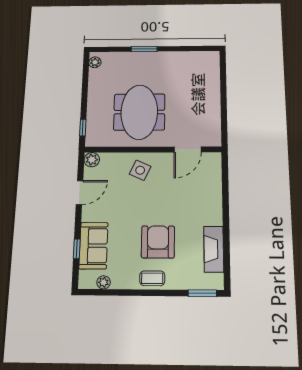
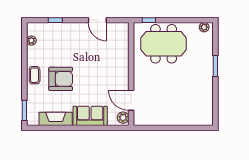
meeting table: (139, 112) -> (164, 44), moved
plant: (92, 160) -> (123, 118), moved
side table: (140, 170) -> (115, 65), removed
sofa: (93, 246) -> (90, 116), moved, turned 180

